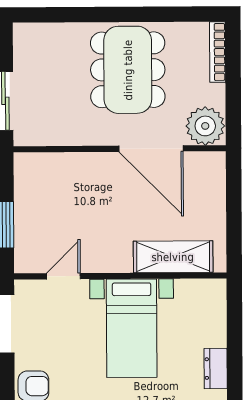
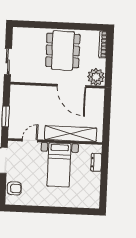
shelving: (173, 257) -> (71, 134), width x1.47
dresser: (216, 369) -> (96, 162), moved

